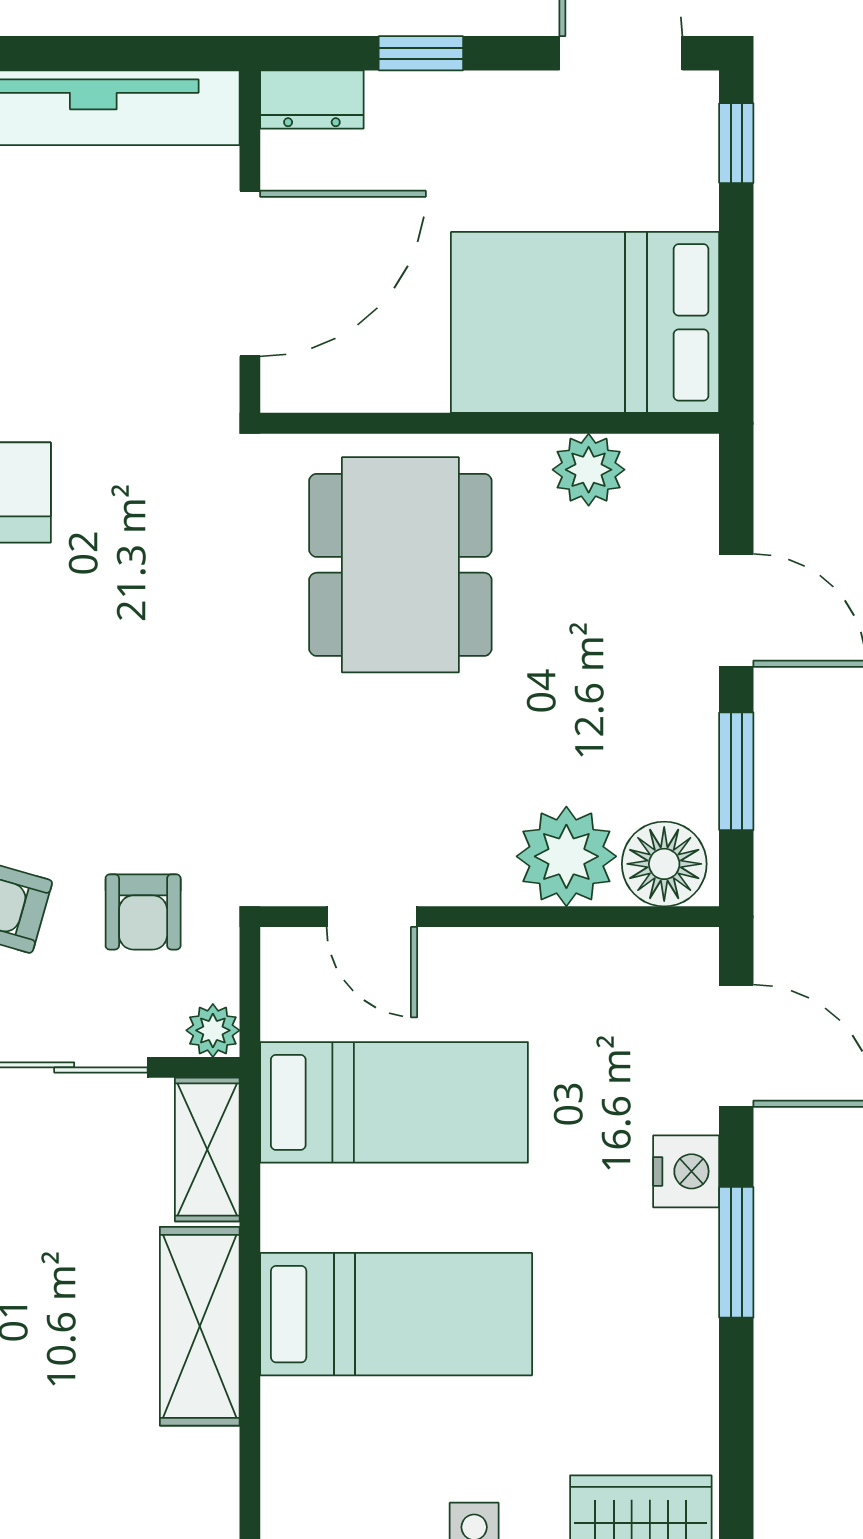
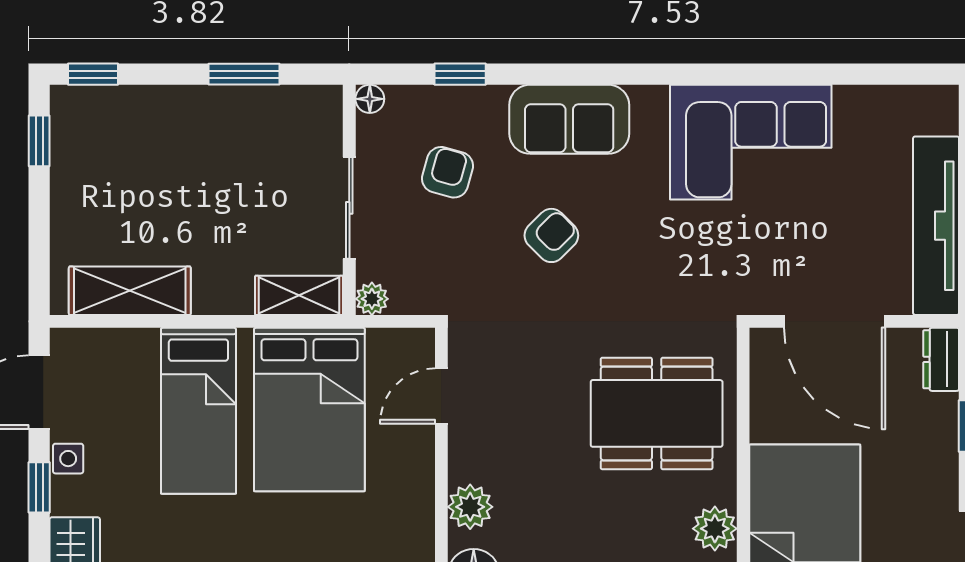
plant: (566, 856) -> (470, 507), width x0.73, depth x0.73
armchair: (143, 912) -> (551, 235), moved, turned 135
bed: (394, 1102) -> (309, 410), width x1.50
shelving: (200, 1326) -> (130, 291), moved

